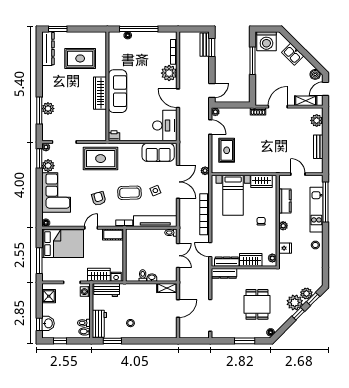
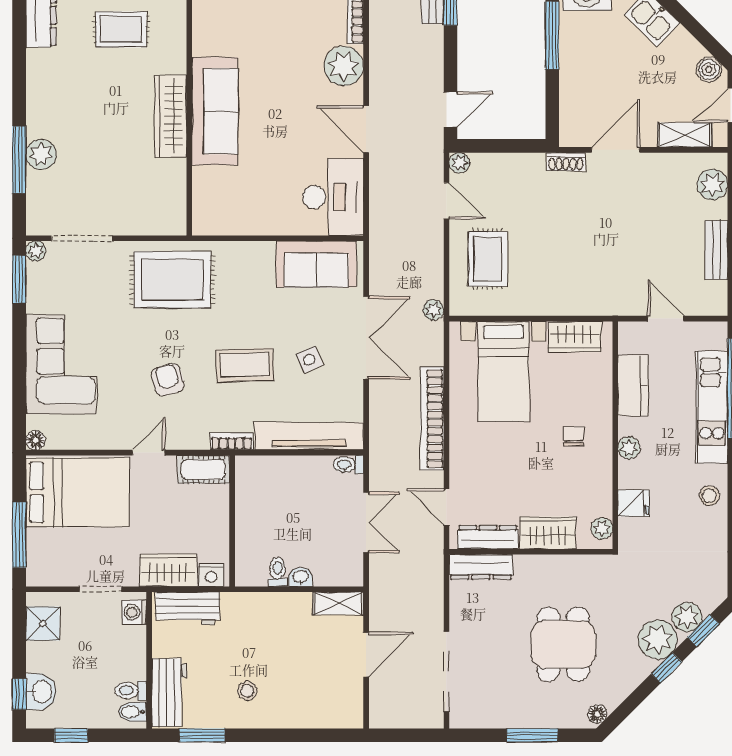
rug: (80, 58) -> (121, 29), width x0.73, depth x0.70
printer: (114, 136) -> (206, 223), removed
plant: (48, 166) -> (41, 297), removed

